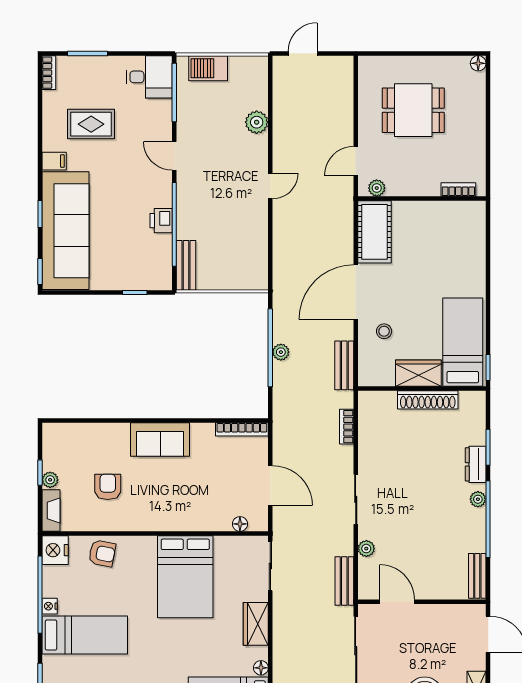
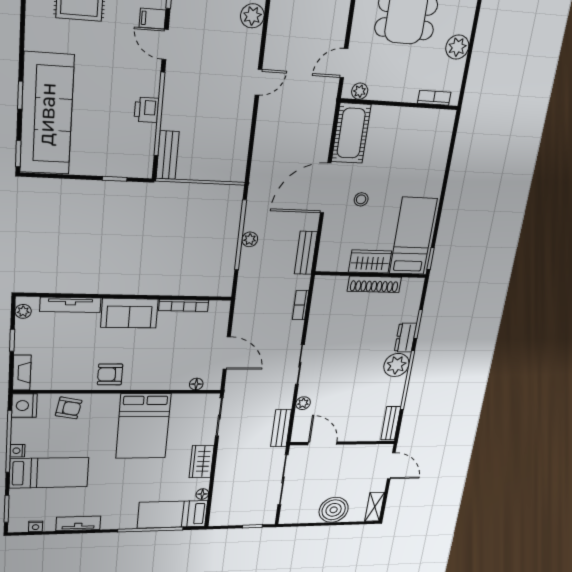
plant: (474, 136) -> (457, 47), added
filing cabinet: (54, 161) -> (152, 19), moved, turned 180
stool: (384, 331) -> (361, 199), moved
bookcase: (242, 429) -> (184, 305), moved
tv unit: (98, 431) -> (70, 305), added
plant: (50, 480) -> (23, 311), moved
armchair: (108, 487) -> (110, 374), moved, turned -90
plant: (478, 499) -> (396, 365), width x1.87, depth x1.87

